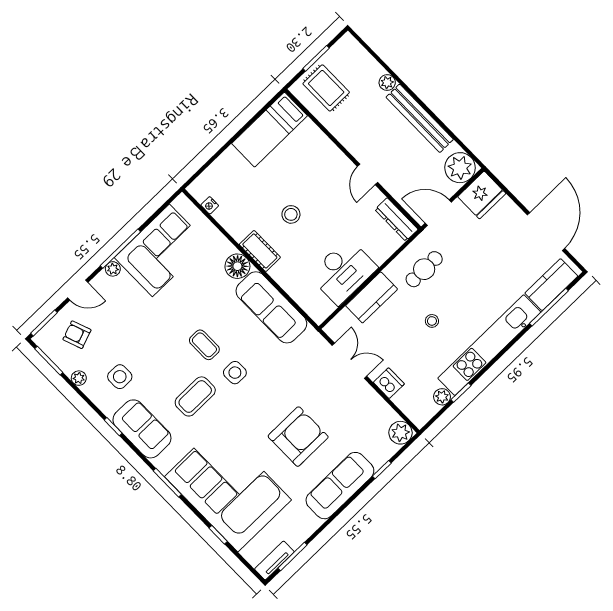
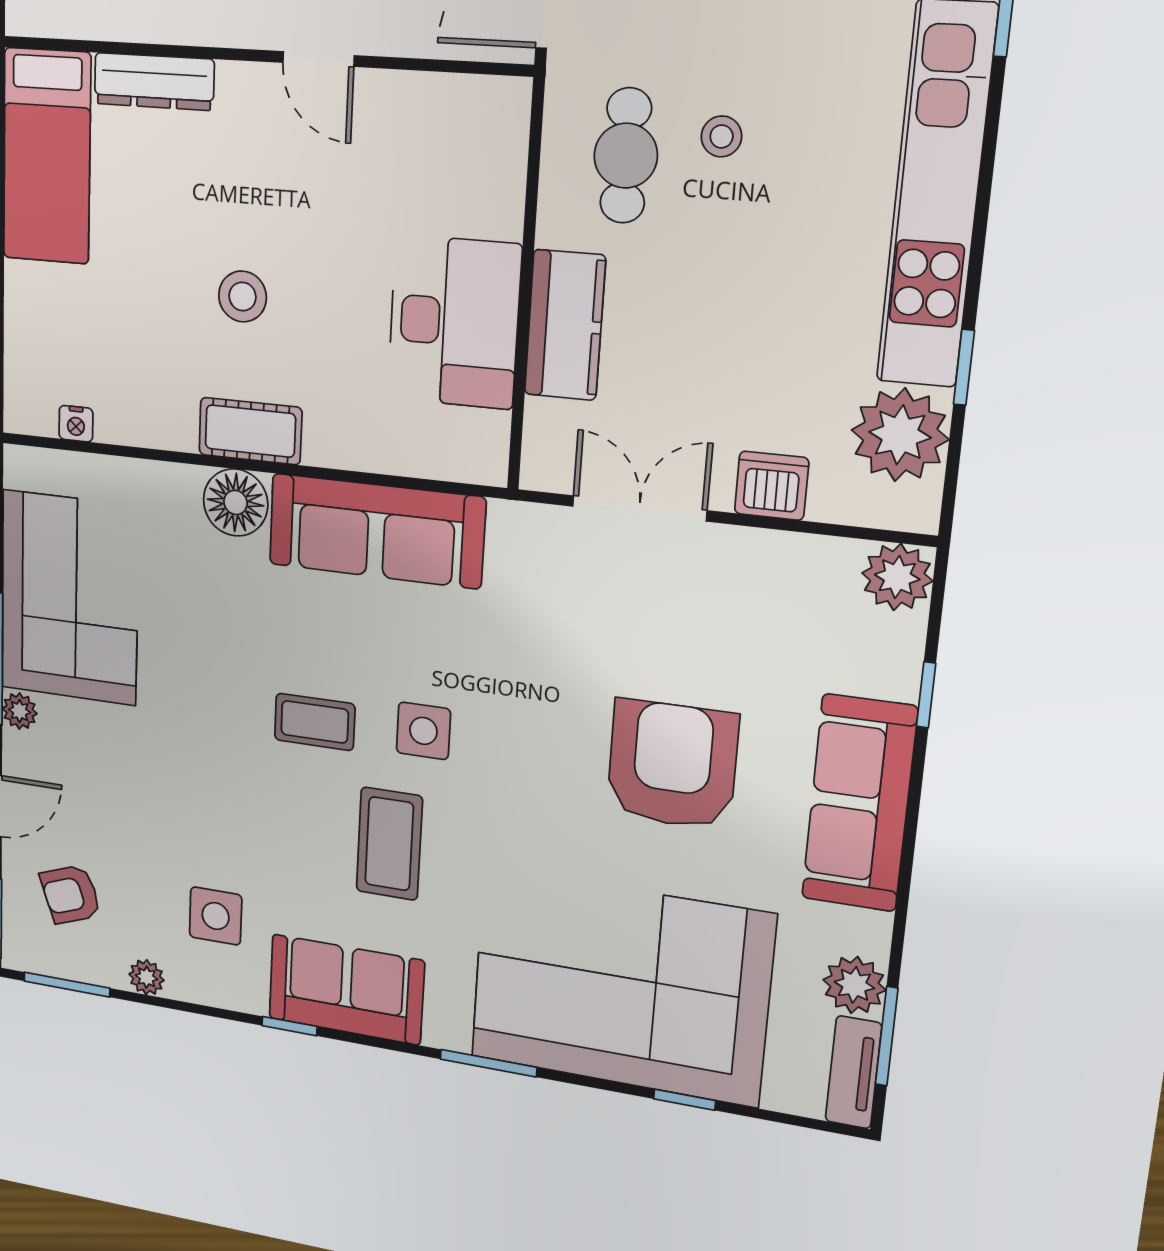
dresser: (396, 219) -> (154, 81), moved
stool: (432, 321) -> (722, 136), moved
plant: (442, 397) -> (900, 435), width x1.88, depth x1.88
plant: (296, 535) -> (854, 985), added

